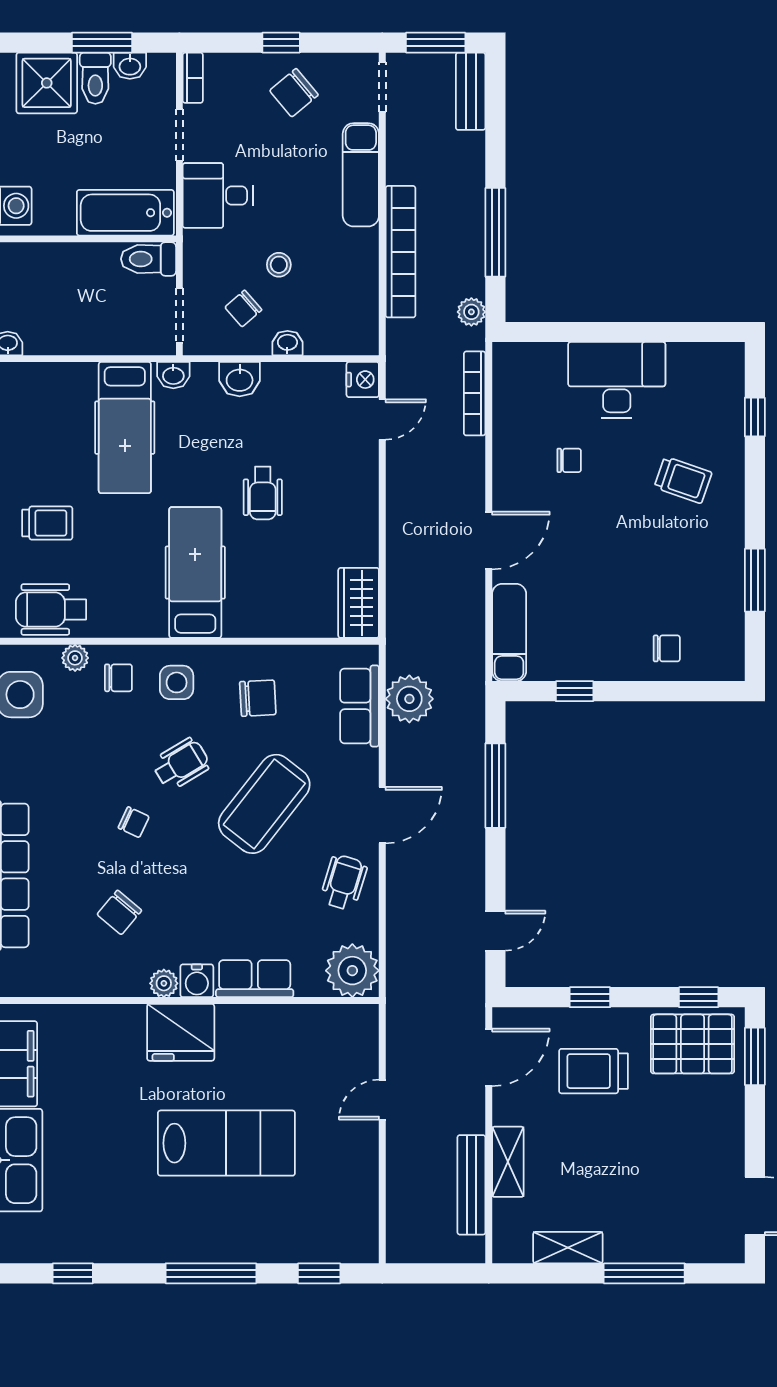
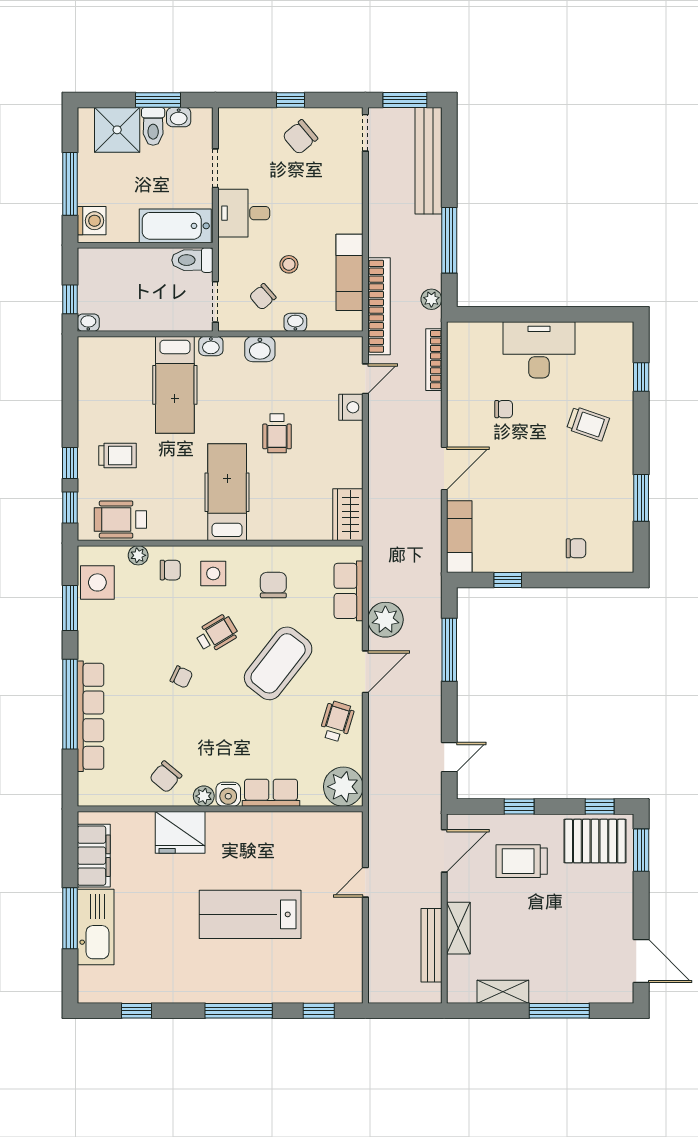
bookcase: (193, 78) -> (225, 126), removed
bench: (471, 91) -> (428, 161), width x1.86, depth x1.21
exam couch: (361, 175) -> (350, 272), moved
bookcase: (401, 252) -> (379, 306), moved
nightstand: (363, 380) -> (351, 407), moved
chair: (258, 698) -> (273, 585), turned -87
plant: (409, 699) -> (385, 620), moved
chair: (119, 912) -> (166, 777), moved
fridge: (181, 1032) -> (180, 832), moved
lab bench: (226, 1143) -> (250, 914), turned 180

